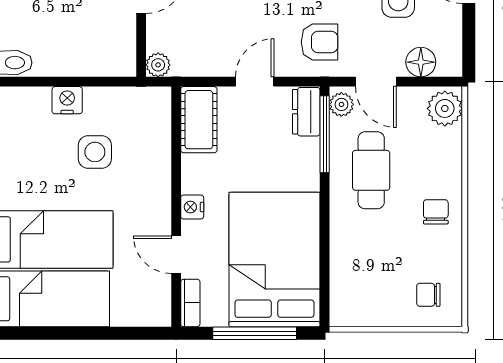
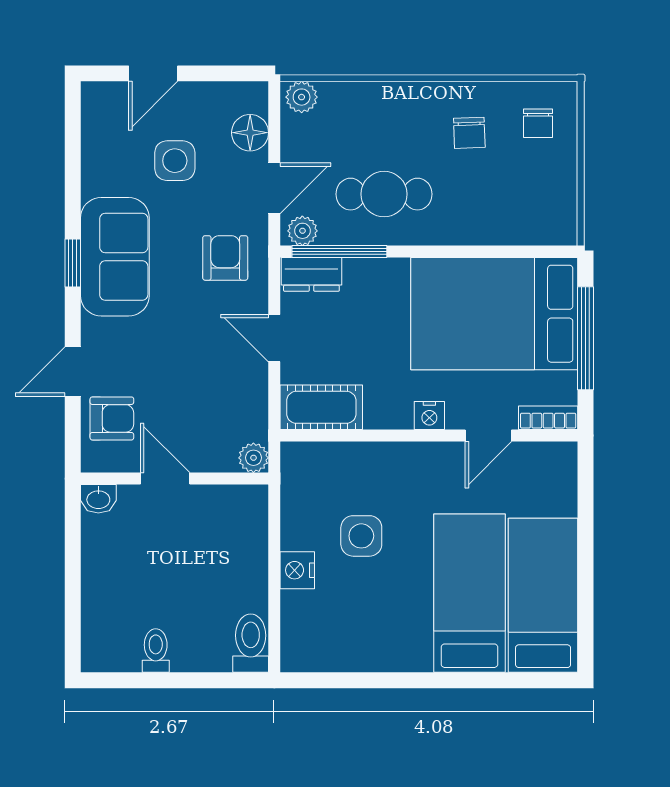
plant: (445, 108) -> (302, 97), width x0.73, depth x0.73
chair: (436, 212) -> (469, 133), moved, turned -92

